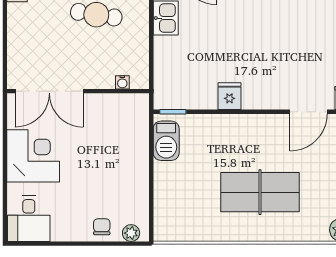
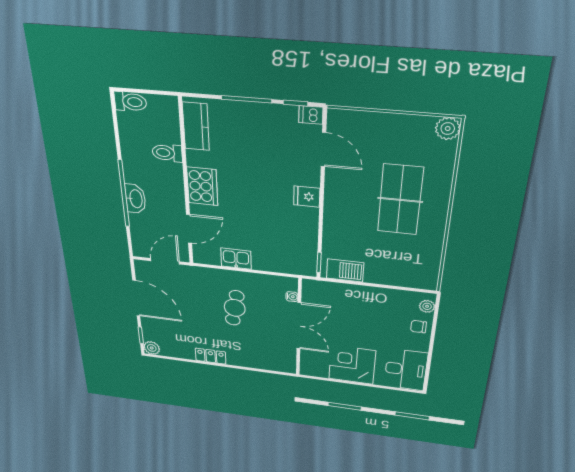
double door: (49, 91) -> (299, 326), moved
fridge: (229, 96) -> (307, 197), moved
desk: (29, 219) -> (406, 370), width x1.37

